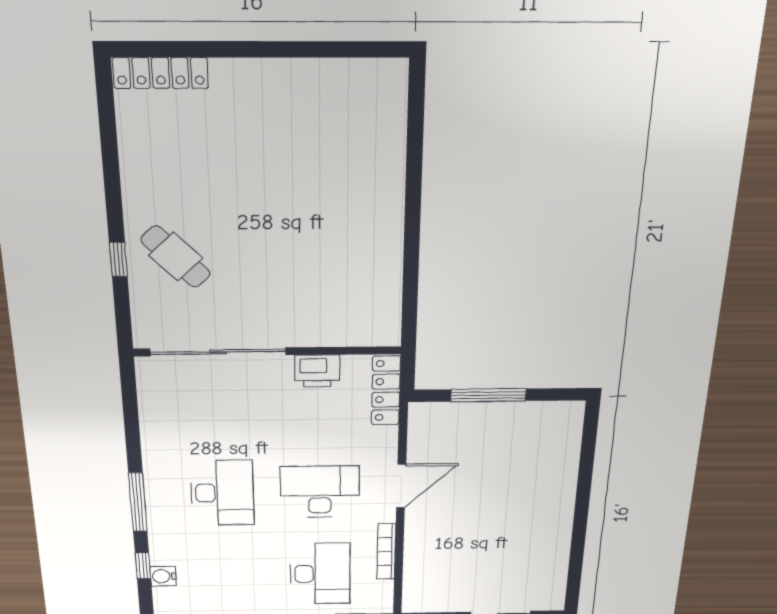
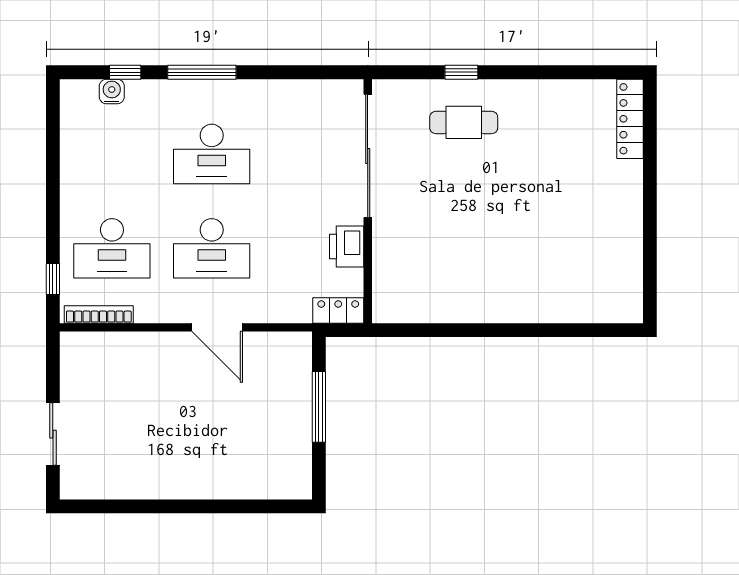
cafe table: (176, 257) -> (464, 122), turned 44
locker: (386, 391) -> (338, 310), width x0.66
desk: (320, 492) -> (212, 248), turned 90
bookcase: (386, 552) -> (99, 314), moved

